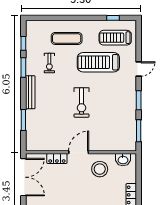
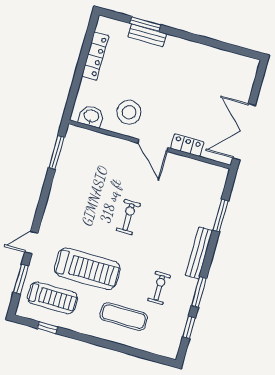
window: (139, 100) -> (21, 279), moved
exercise bike: (82, 102) -> (128, 217), width x0.73, depth x0.72
door: (79, 152) -> (153, 145), hinge flipped

